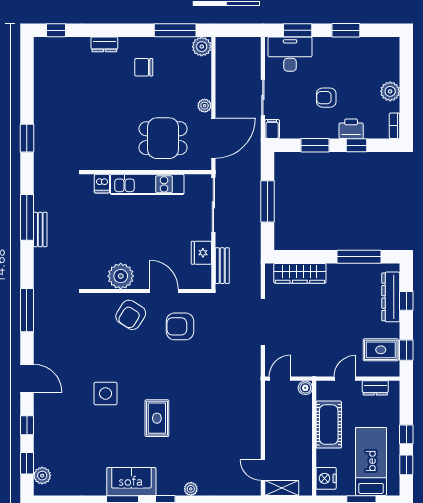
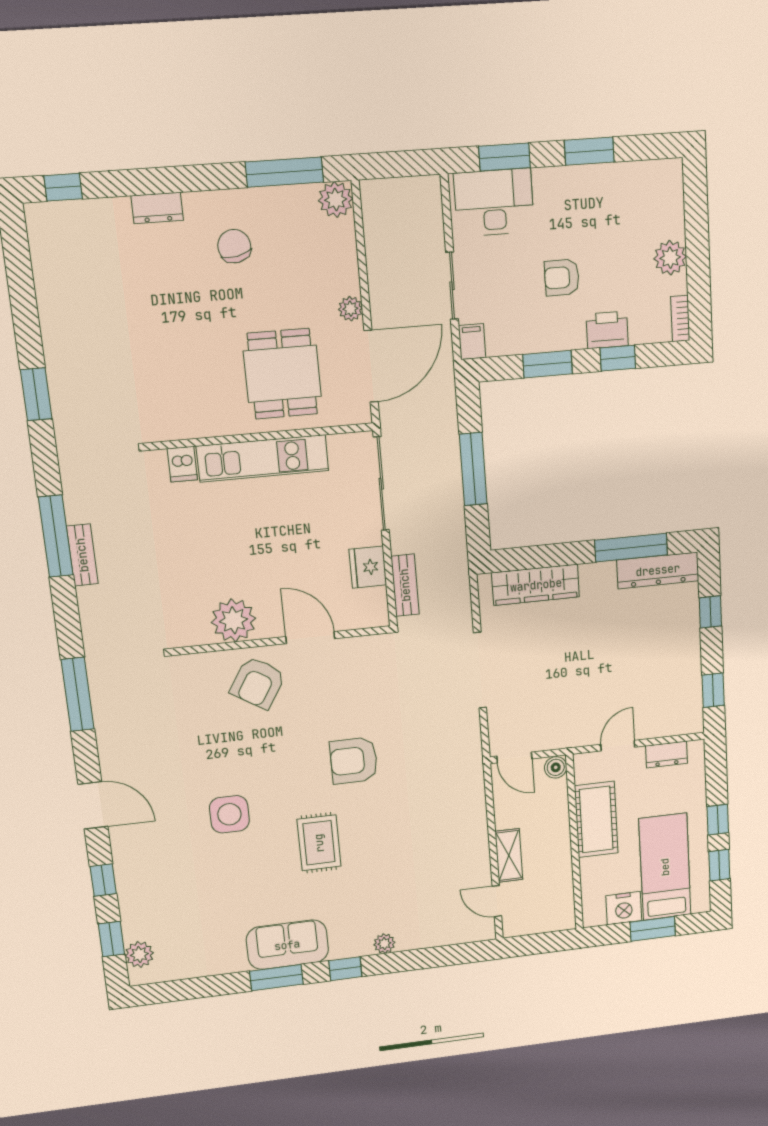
chair: (144, 67) -> (234, 246), turned 79
dining table: (163, 138) -> (282, 374), turned 90
dresser: (391, 297) -> (658, 570), moved, turned -90
armchair: (180, 326) -> (354, 761), moved
rug: (381, 350) -> (673, 694), removed
door: (280, 379) -> (514, 758), swing flipped
nightstand: (326, 478) -> (624, 908), moved, turned -90
shelving: (282, 488) -> (509, 855), moved, turned 90

